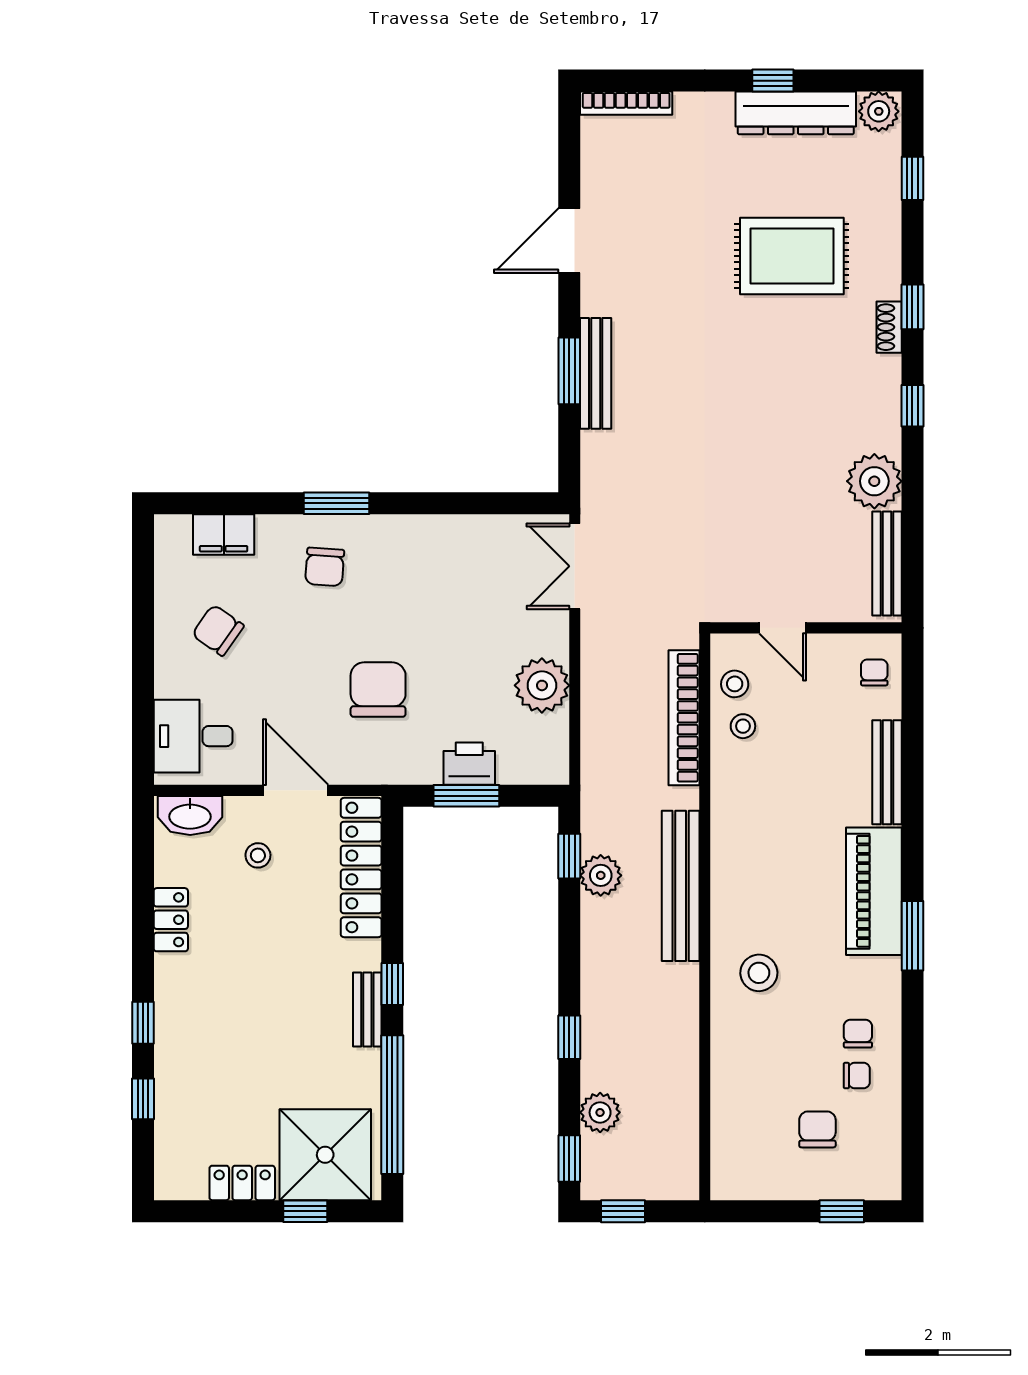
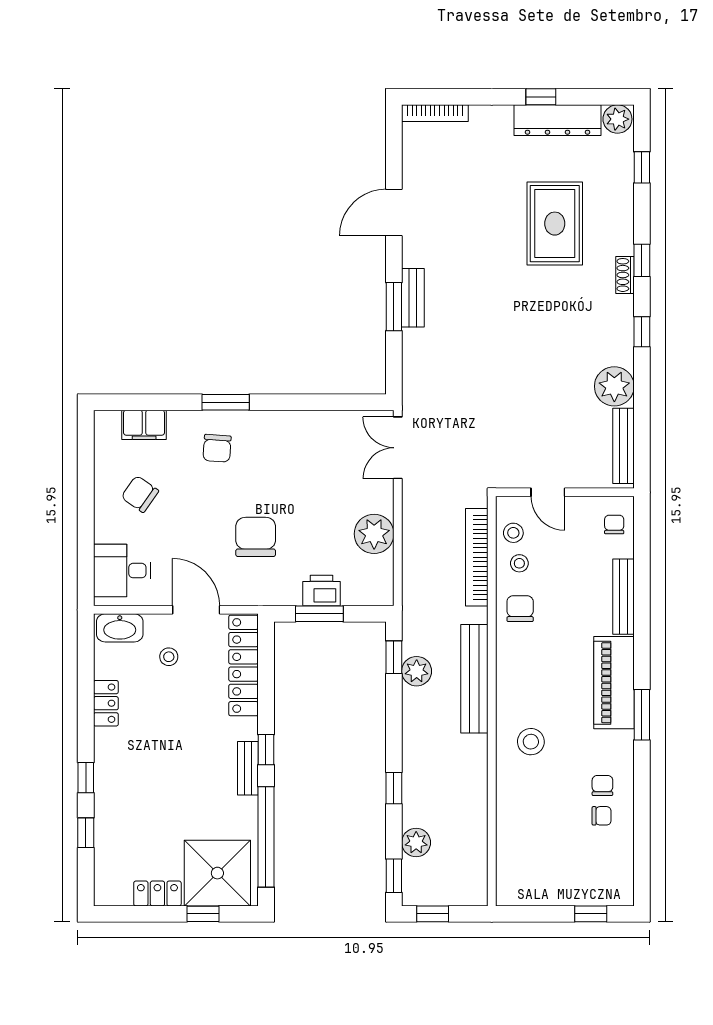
rug: (792, 256) -> (555, 224), turned 90
bench: (596, 373) -> (413, 298), width x0.73
chair: (817, 1129) -> (520, 609), moved

